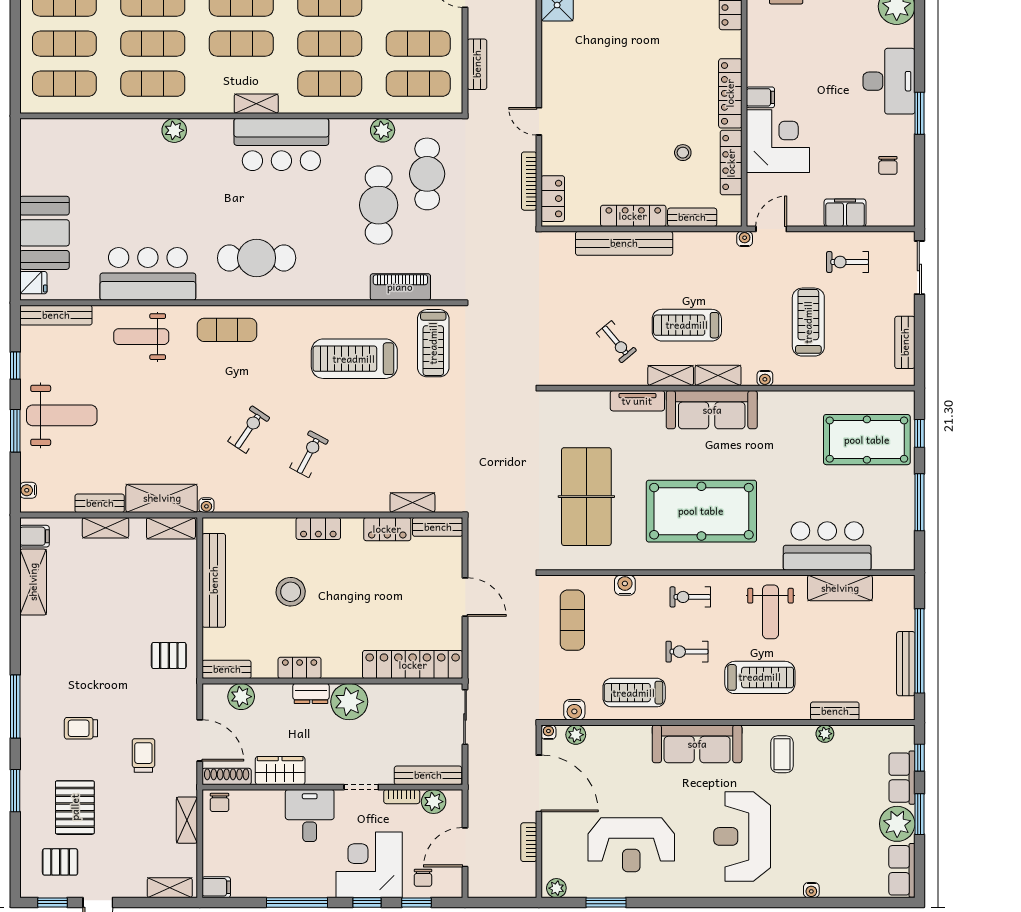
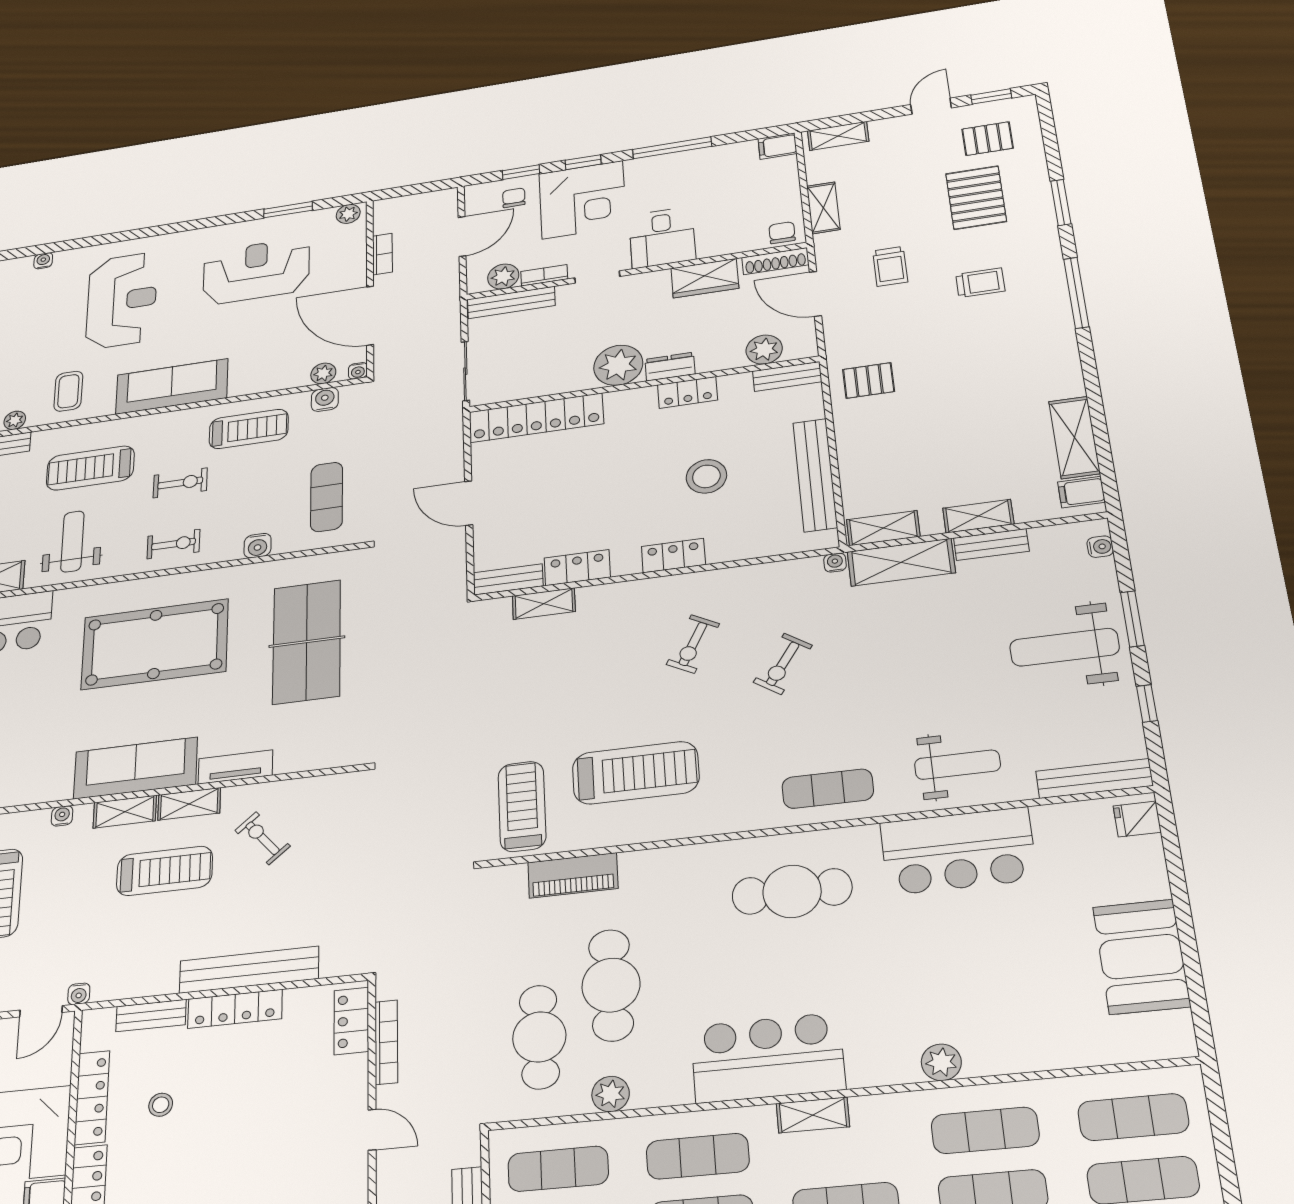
booth: (44, 233) -> (1141, 957), moved

